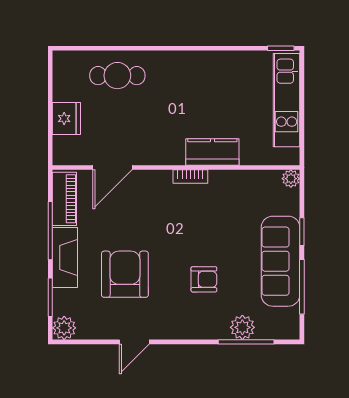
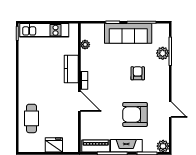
door: (113, 167) -> (79, 101), moved
plant: (291, 179) -> (85, 45), moved

